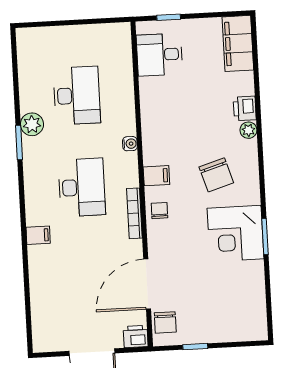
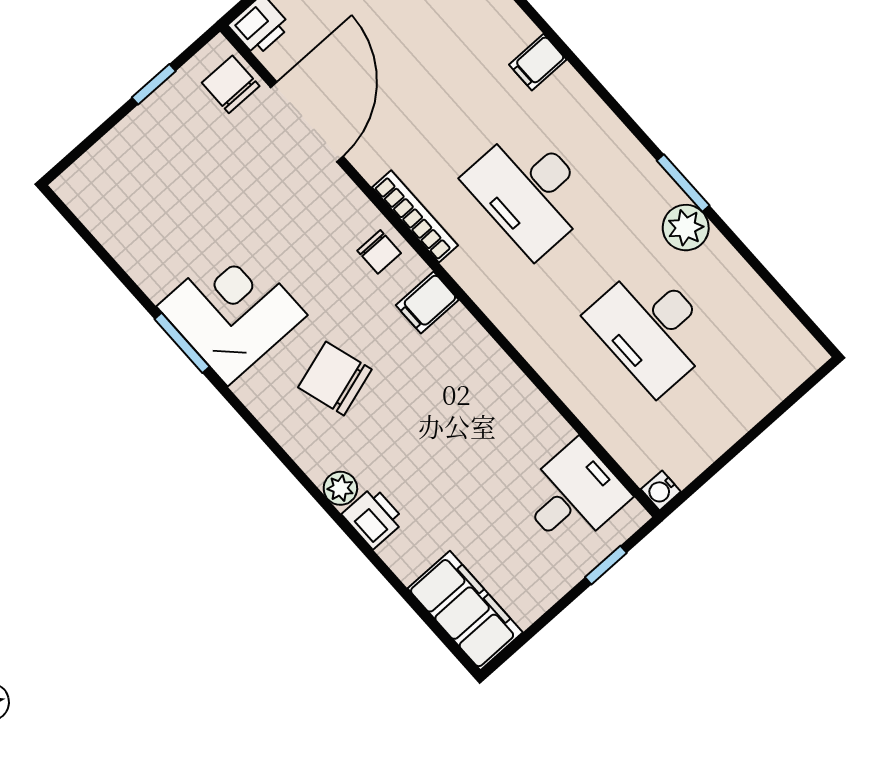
water cooler: (130, 144) -> (661, 490), moved

